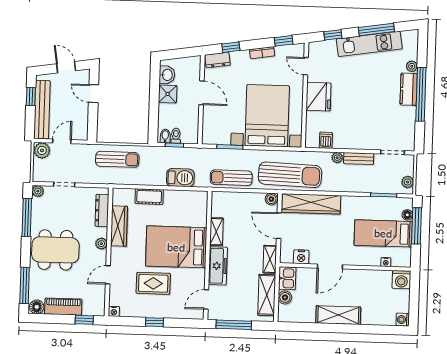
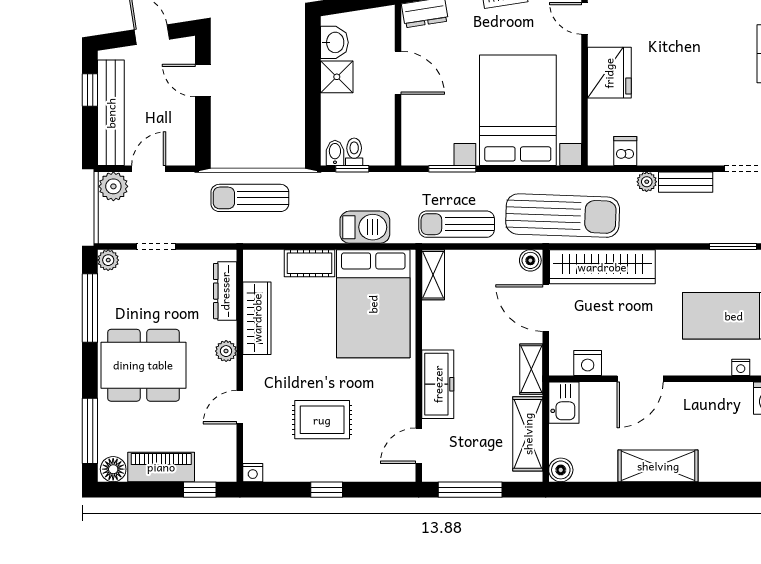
sun lounger: (117, 159) -> (250, 198), turned 180
shelving: (216, 232) -> (433, 275), moved
bed: (176, 247) -> (373, 304), moved, turned -90
boiler: (285, 297) -> (561, 470), moved

